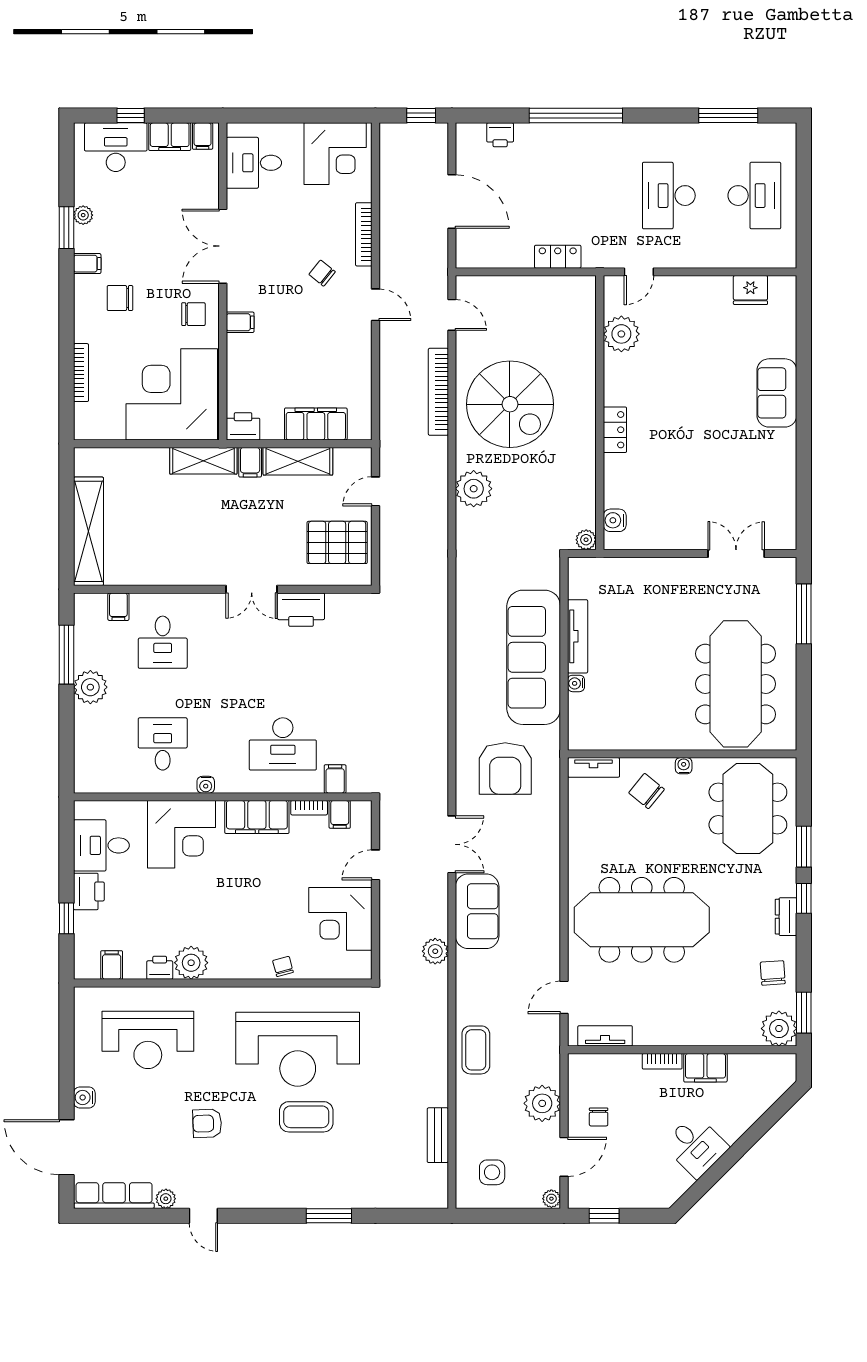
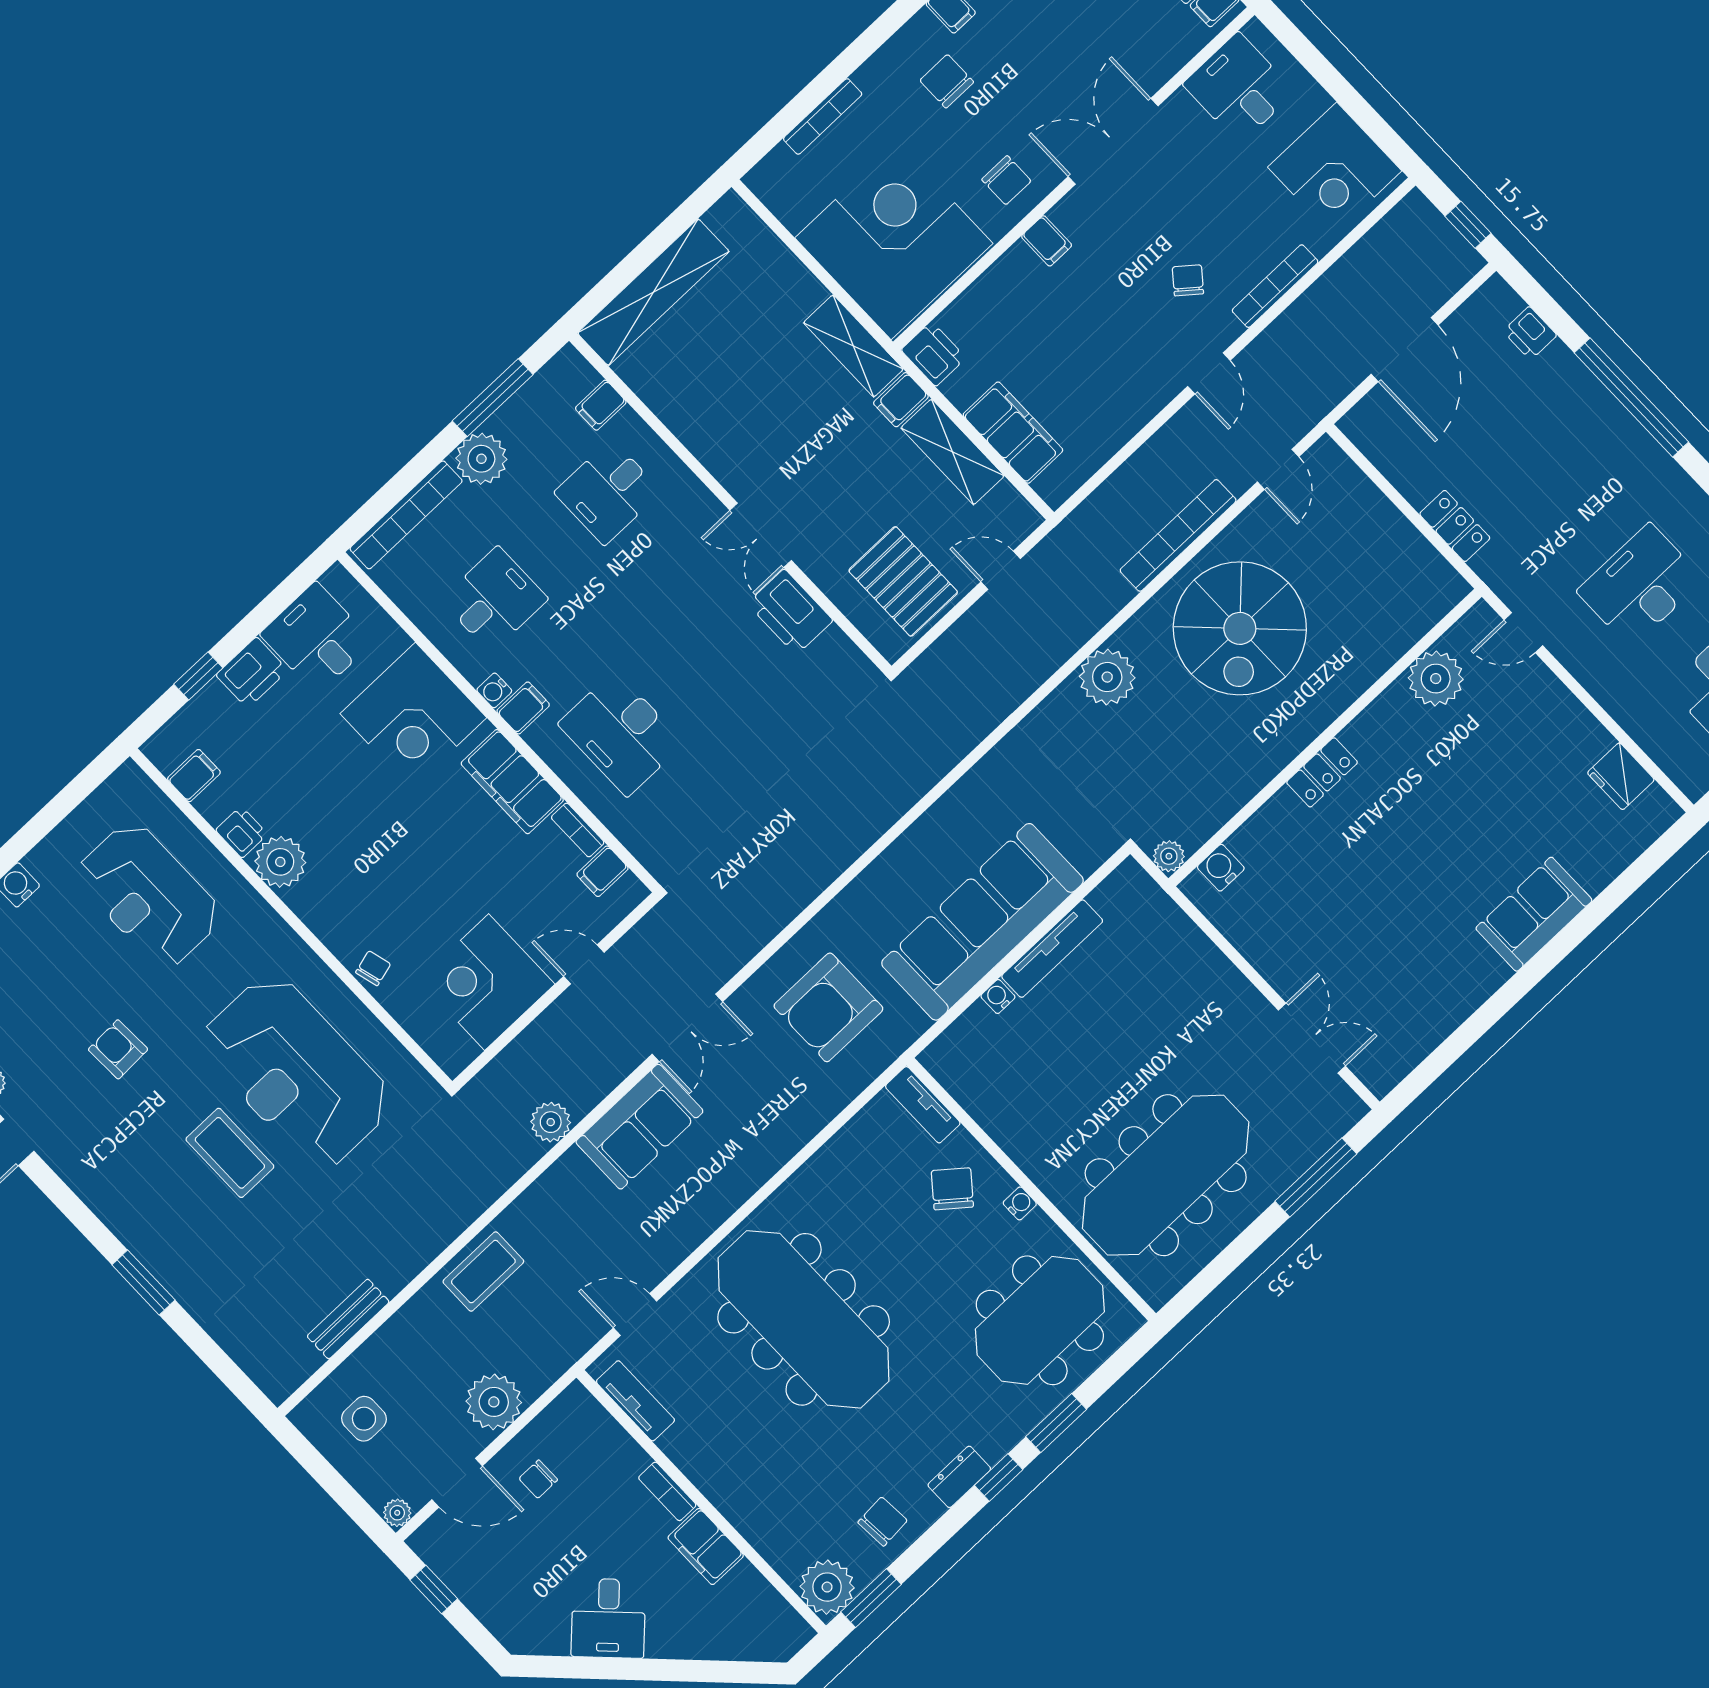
bookcase: (83, 748) -> (406, 515), added
filing cabinet: (335, 779) -> (523, 708), moved

